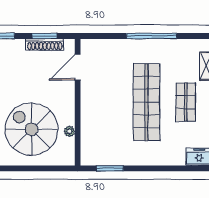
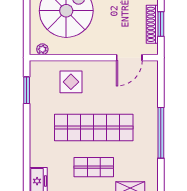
door: (78, 67) -> (129, 58), swing flipped
display table: (102, 125) -> (71, 82), added
plant: (69, 131) -> (42, 49), moved

